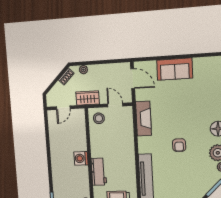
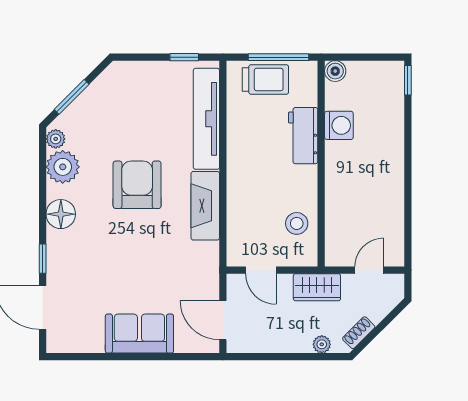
stool: (99, 118) -> (297, 223), moved
fireplace: (144, 119) -> (205, 206), moved
armchair: (179, 145) -> (137, 185), width x1.88, depth x1.88
washing machine: (81, 158) -> (339, 125), moved

